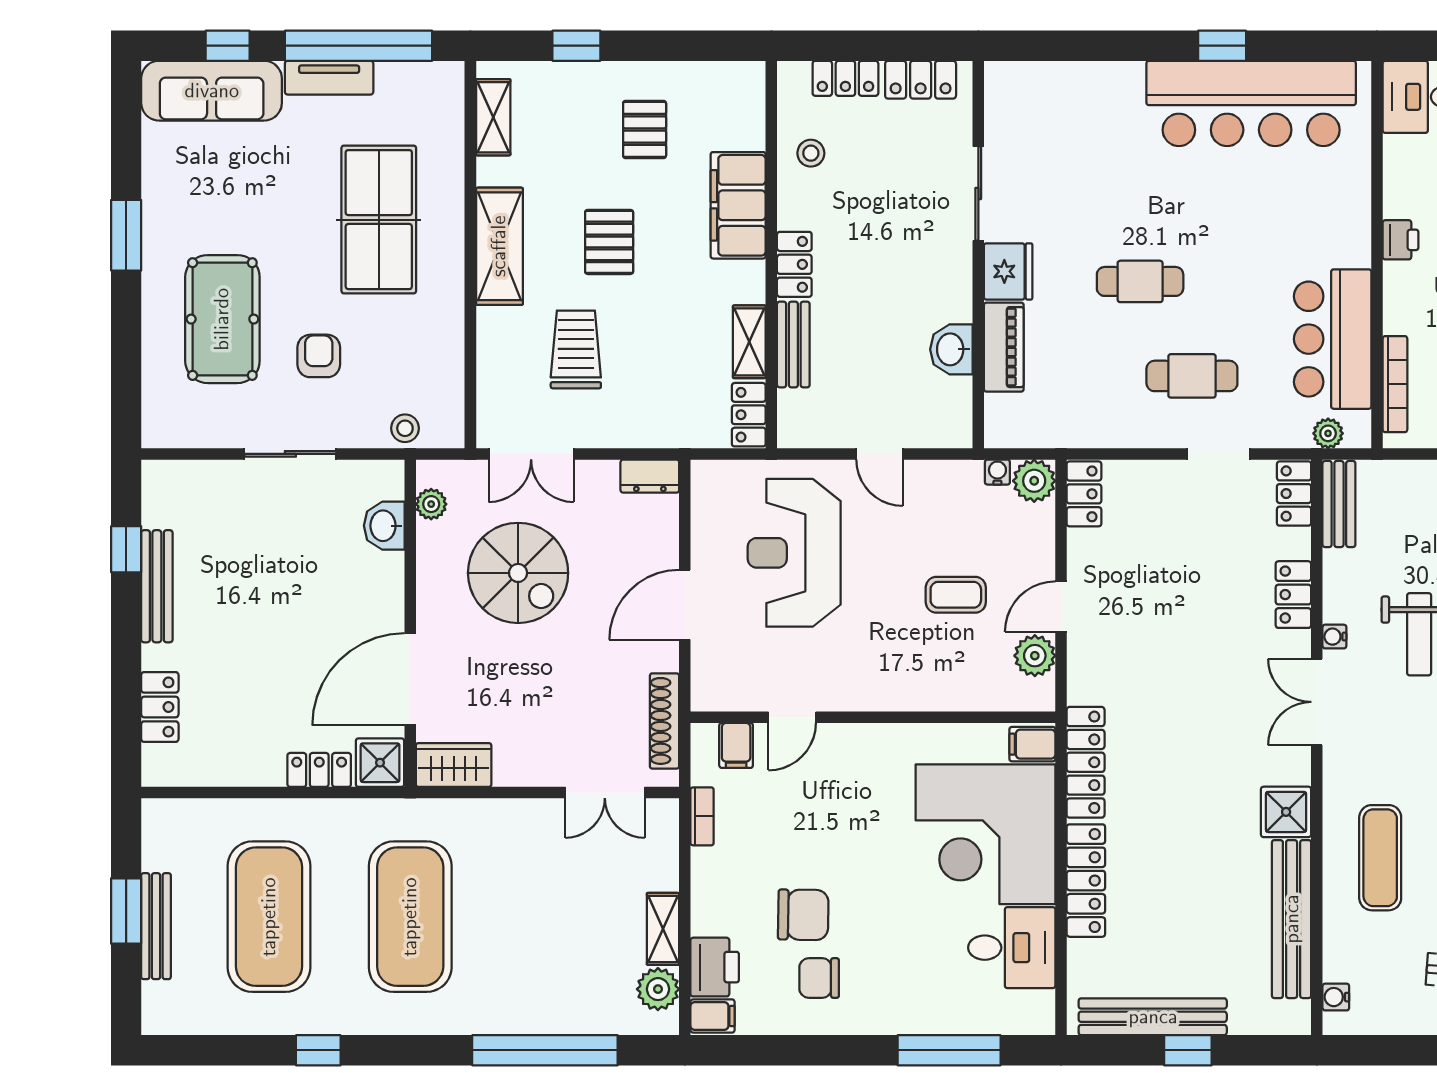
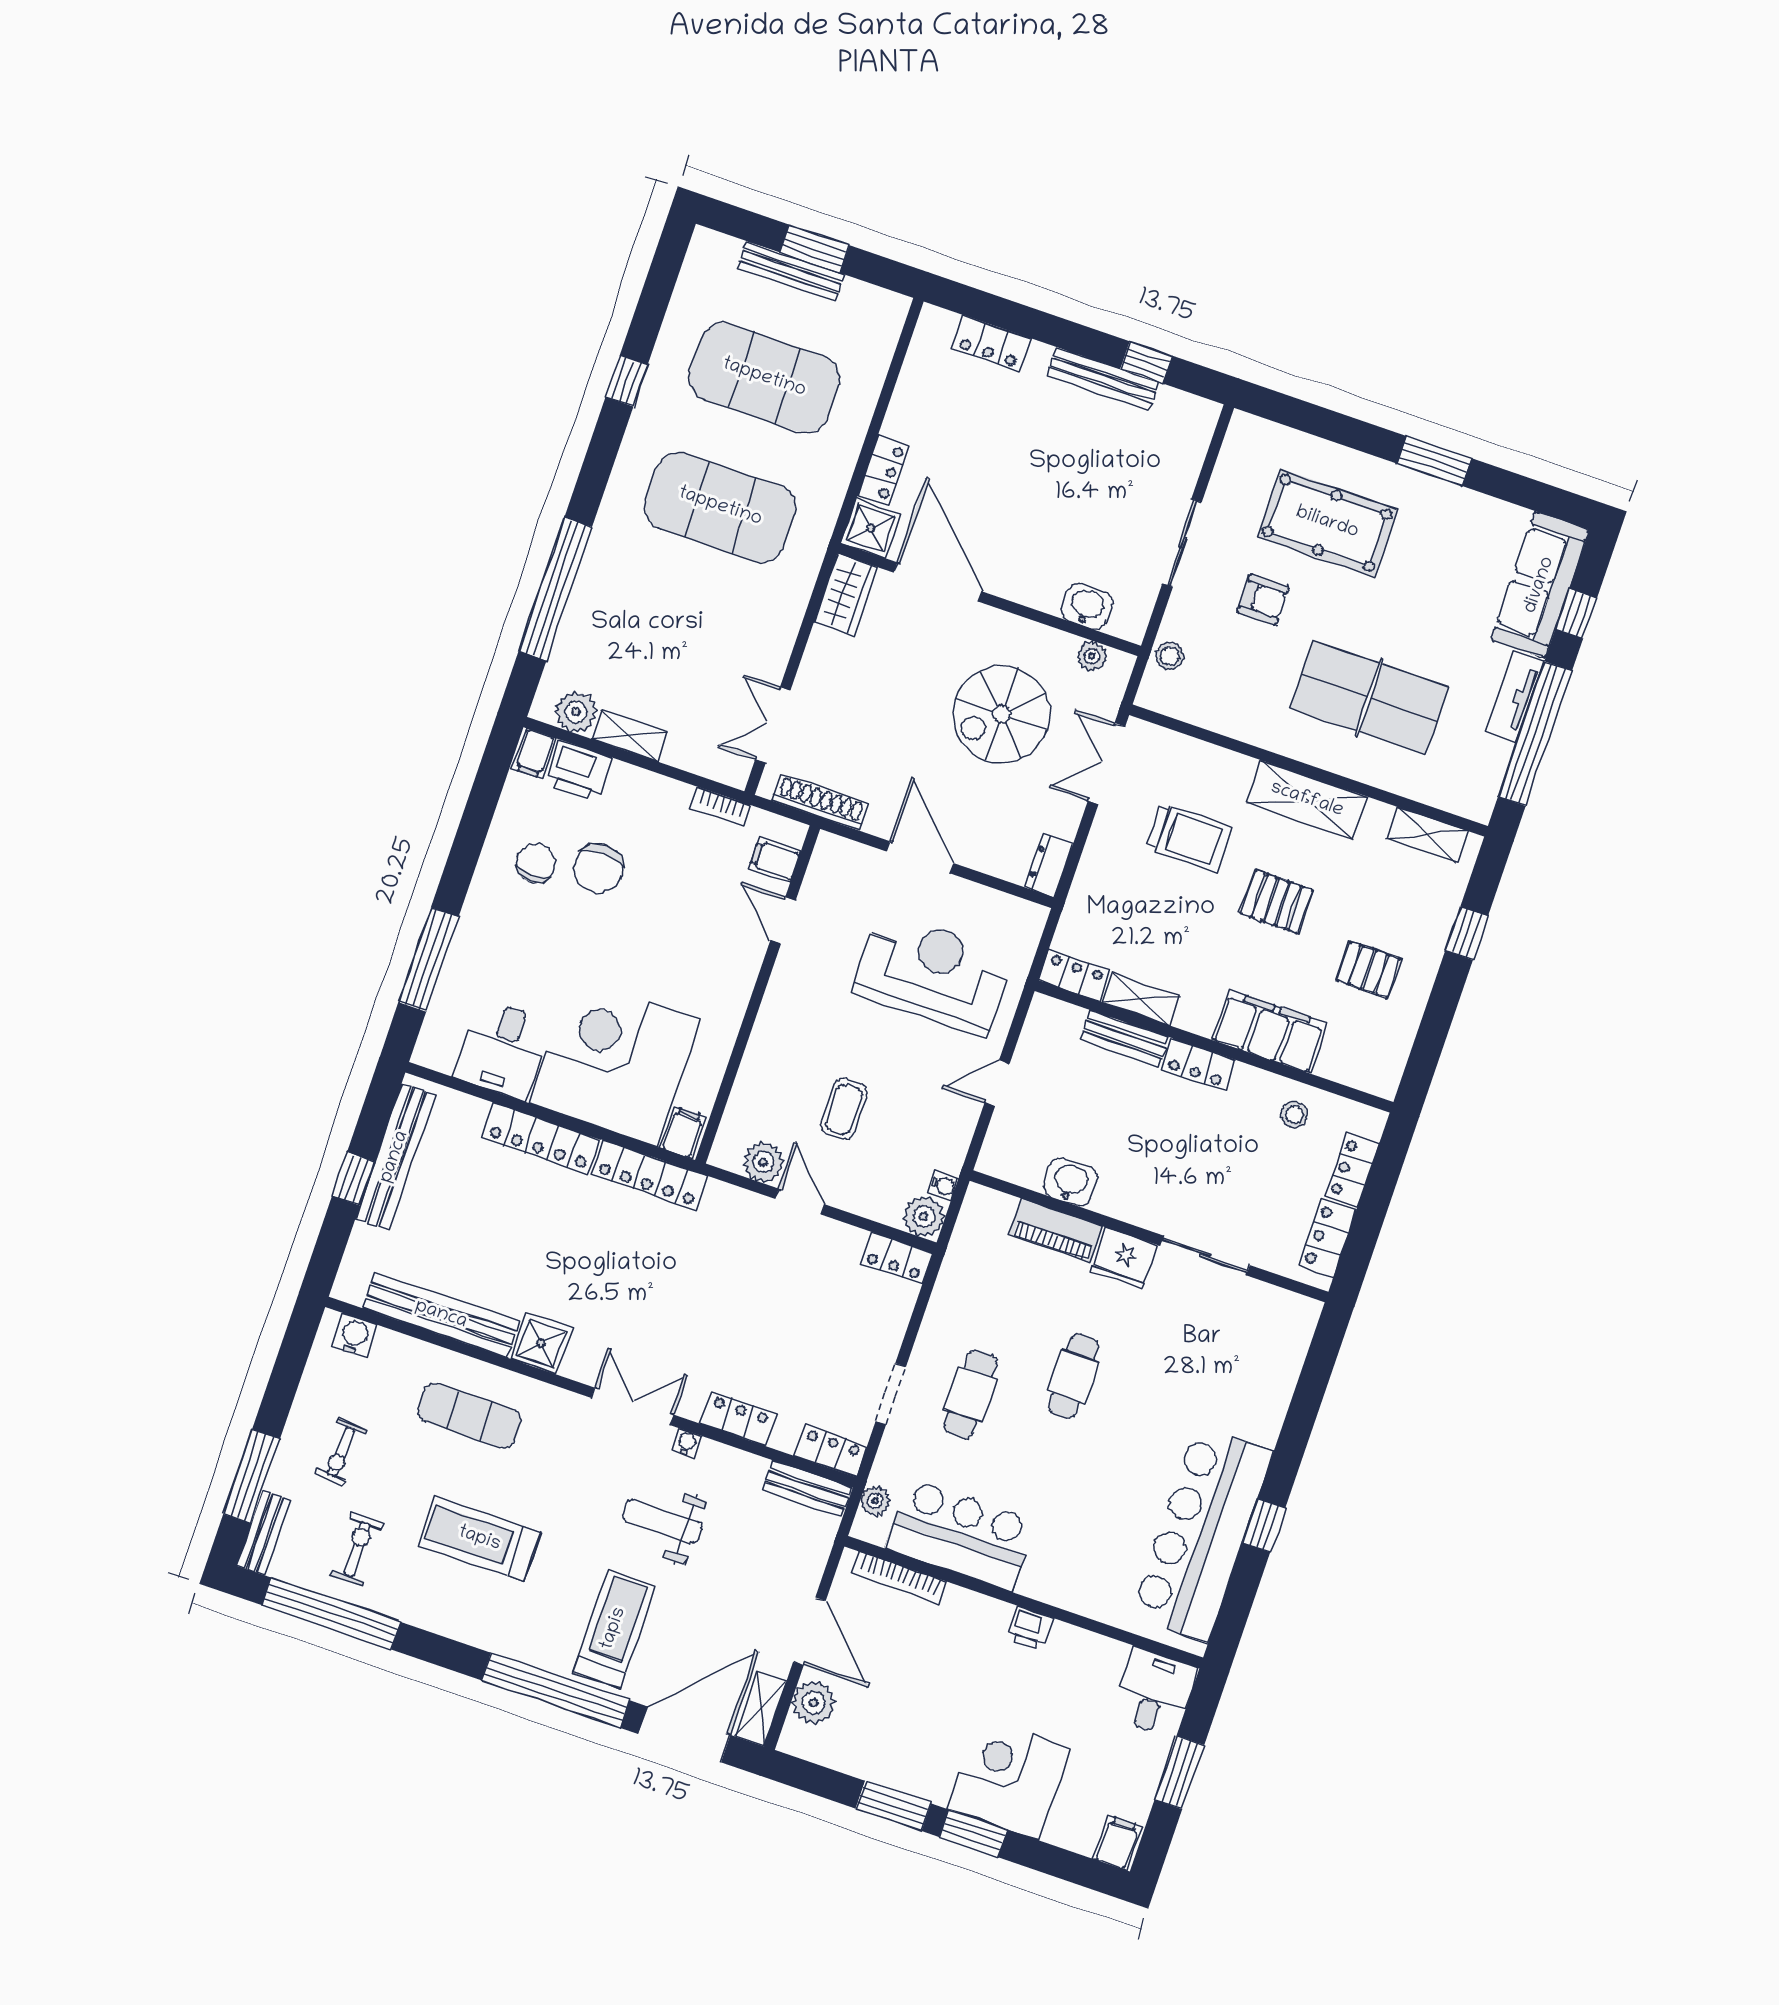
water cooler: (1336, 997) -> (354, 1336), width x1.38, depth x1.38

